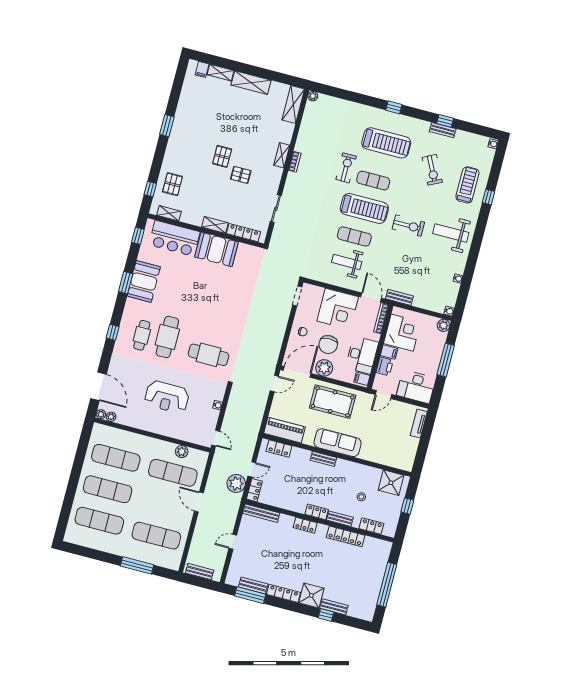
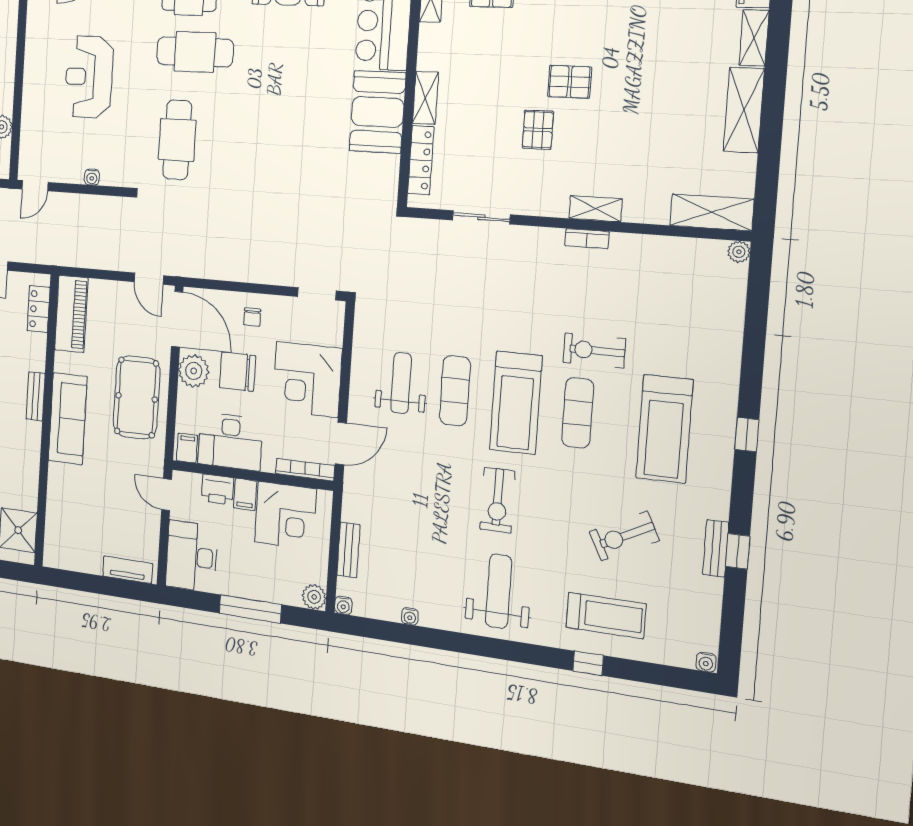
exercise bike: (346, 168) -> (594, 351), turned 180
bench: (399, 297) -> (348, 550), moved

